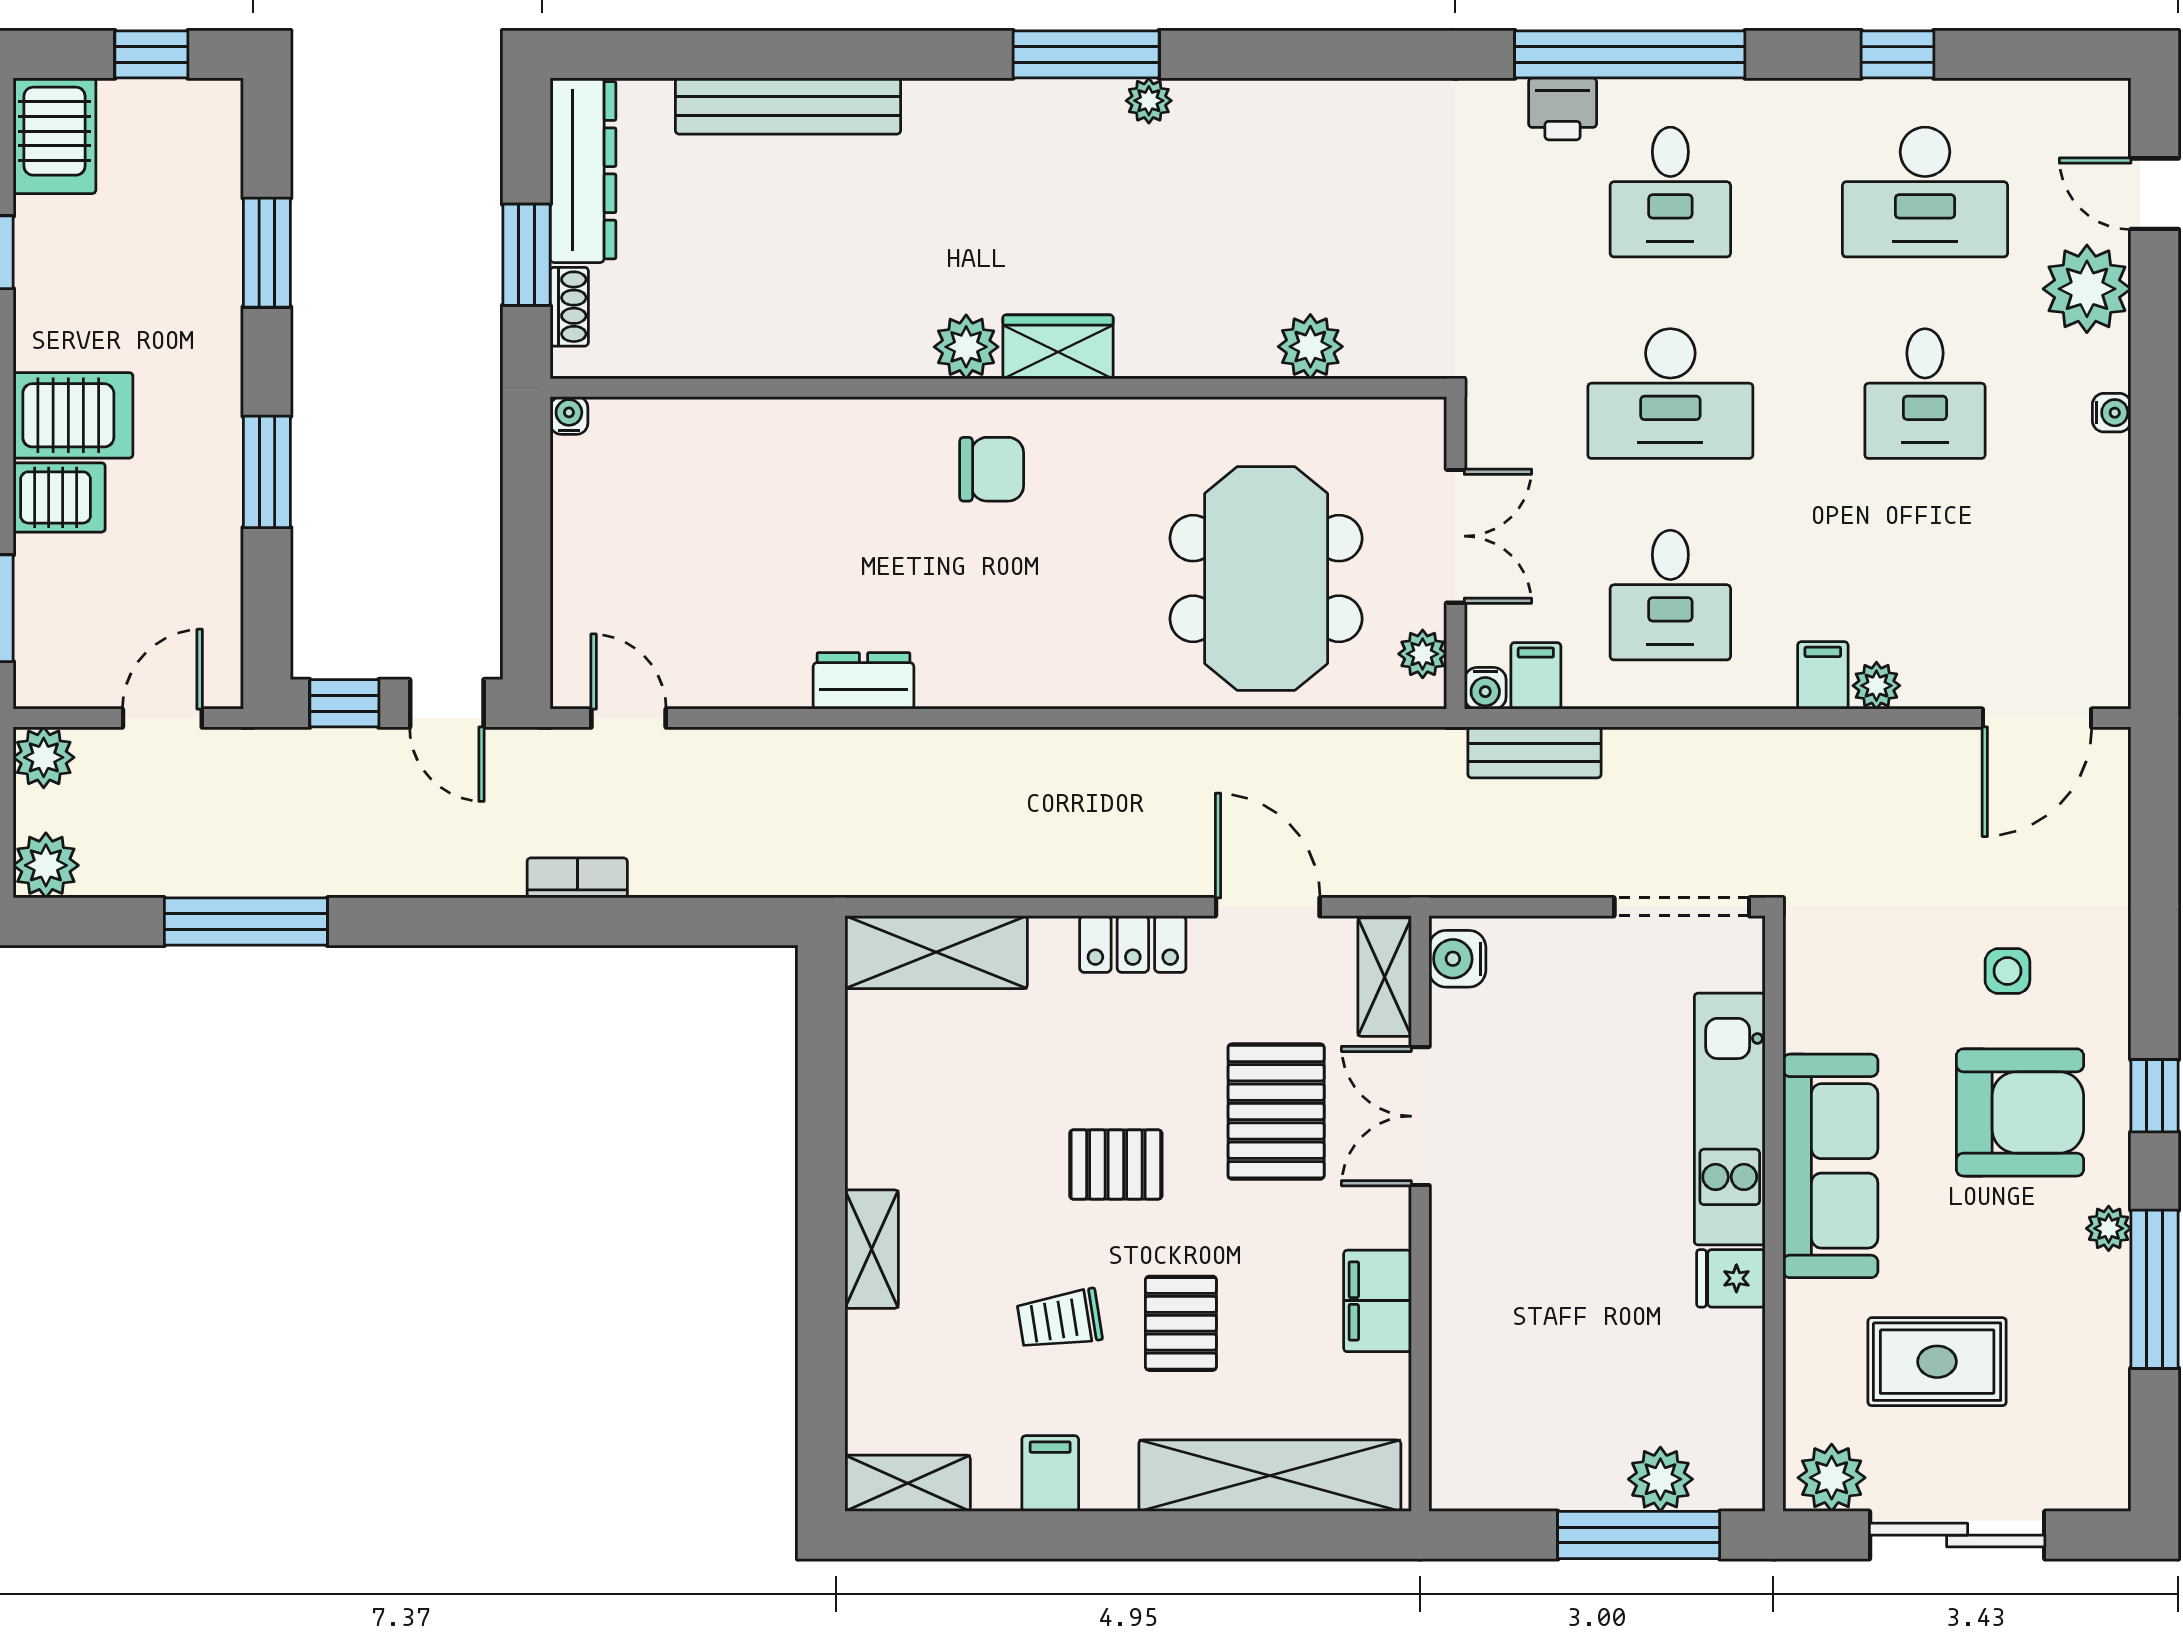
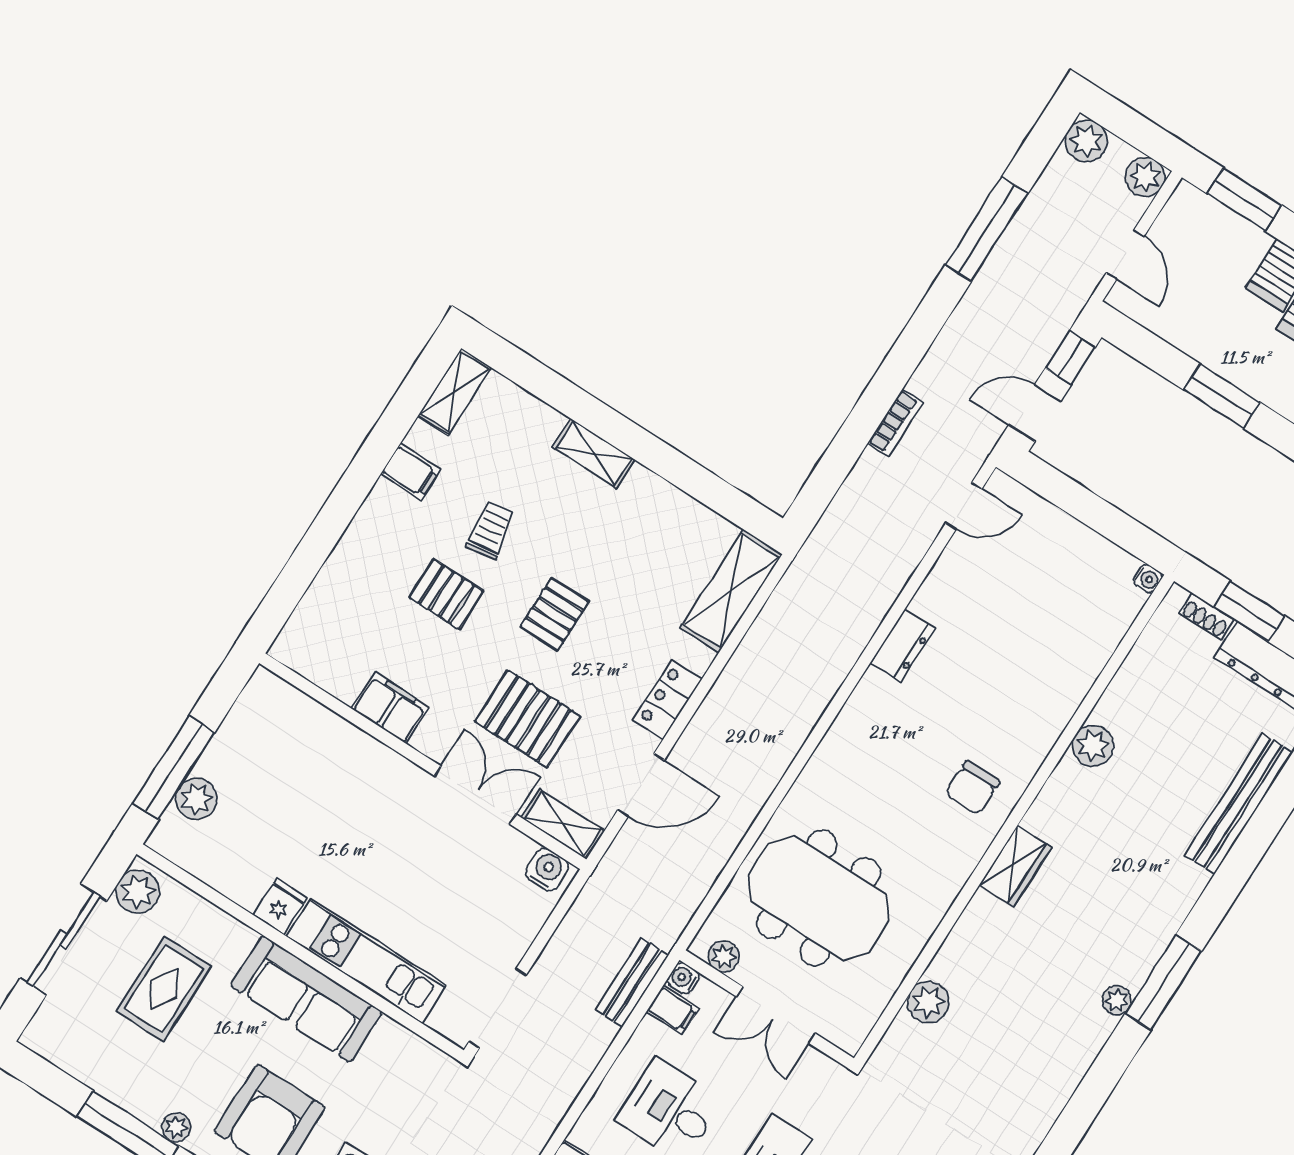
plant: (966, 347) -> (1093, 746), moved
shelving: (1270, 1476) -> (333, 589), removed

